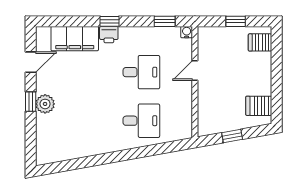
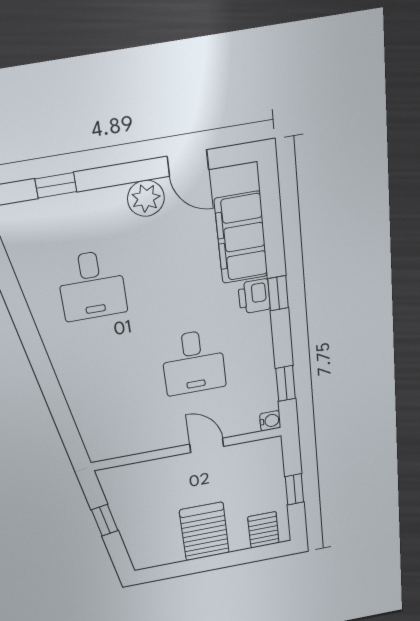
window: (31, 102) -> (56, 185), moved
plant: (45, 104) -> (146, 198), moved
server rack: (259, 106) -> (204, 532), moved, width x1.36, depth x1.44
desk: (141, 121) -> (92, 286), moved

